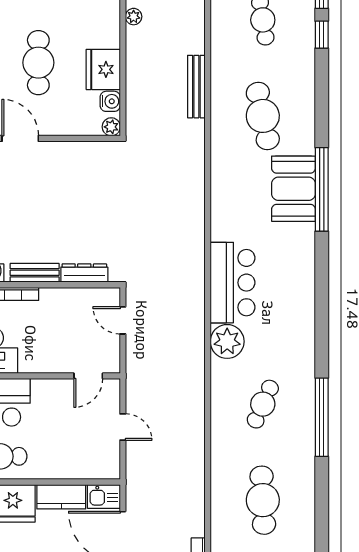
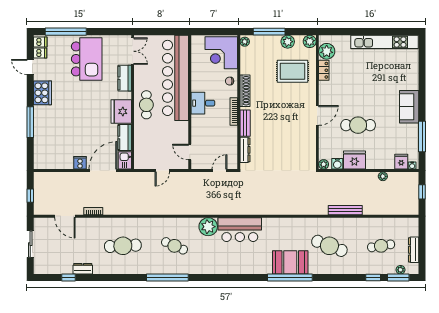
cafe table: (263, 116) -> (329, 246), turned 33

